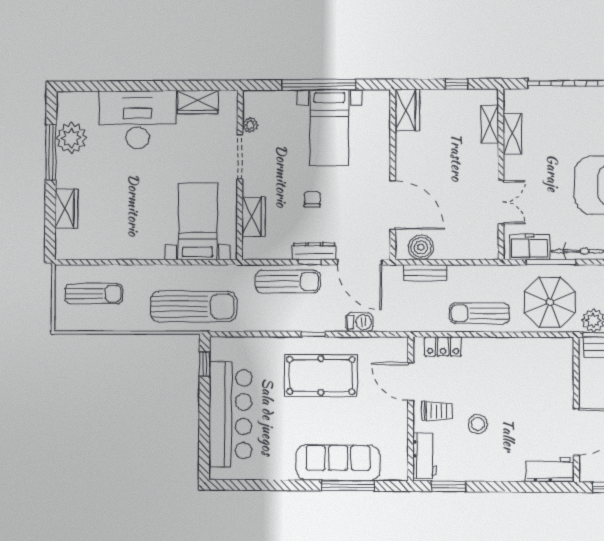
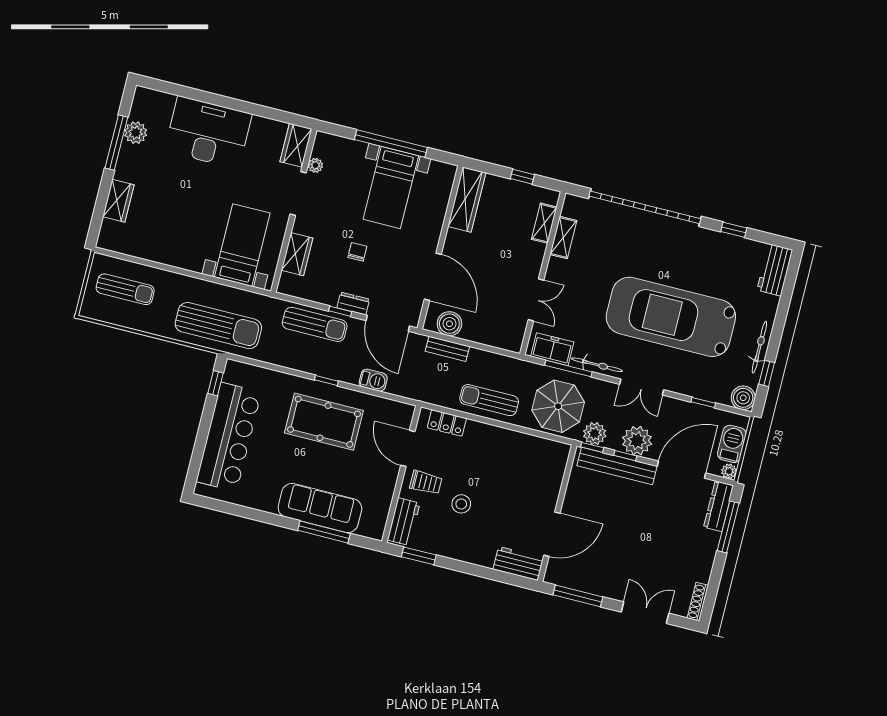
wardrobe: (198, 102) -> (296, 145), moved, turned 90
wardrobe: (407, 110) -> (467, 200), width x1.50
plant: (71, 138) -> (136, 133), width x0.73, depth x0.73
dresser: (314, 251) -> (353, 304), width x0.70

